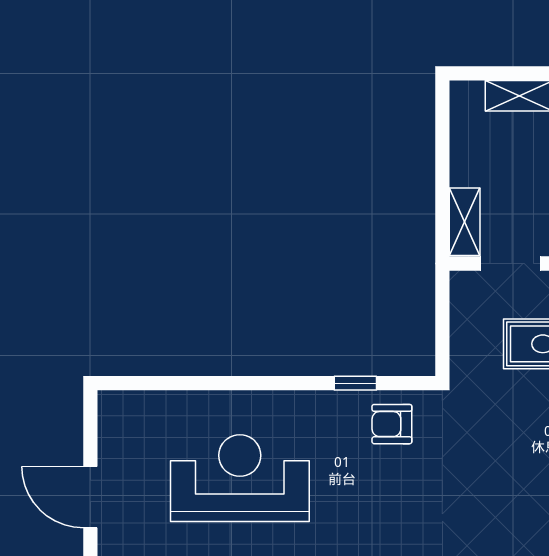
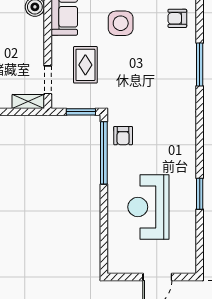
window: (442, 334) -> (81, 112), added
window: (355, 383) -> (104, 153), width x3.17

